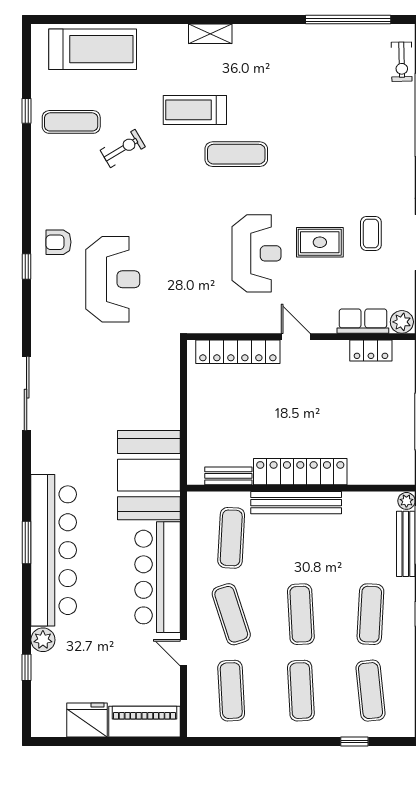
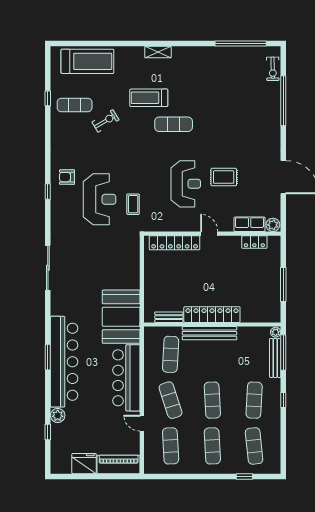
coffee table: (371, 234) -> (133, 204), moved

